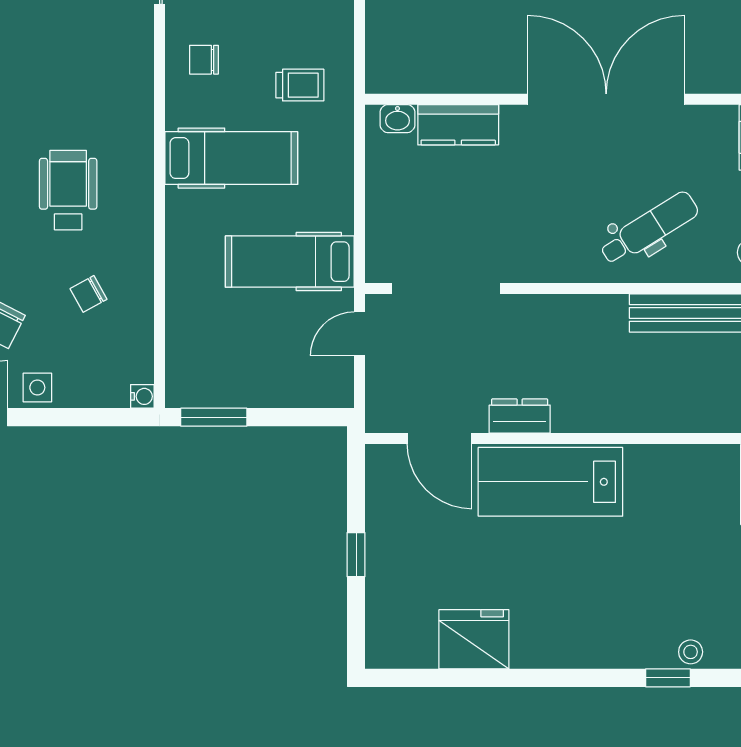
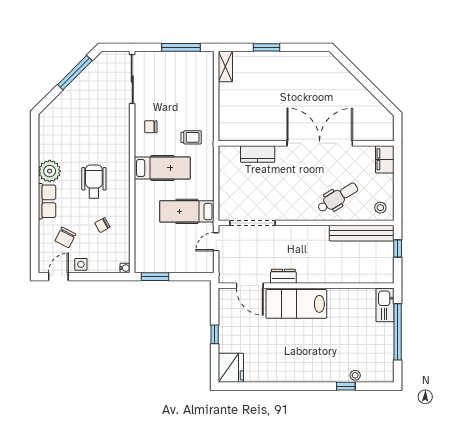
washbasin: (397, 119) -> (232, 151), removed
fridge: (474, 639) -> (231, 368), moved, turned 90

